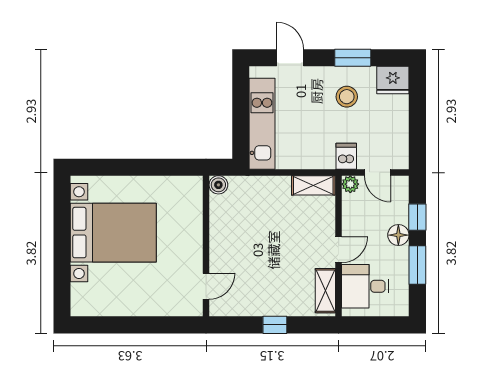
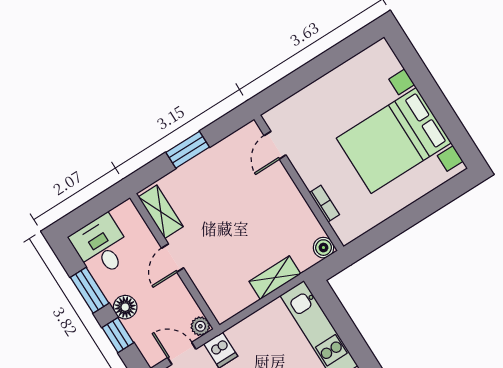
shelving: (313, 185) -> (275, 278), moved
bookcase: (197, 218) -> (324, 204), added
desk: (365, 286) -> (101, 246), moved, turned -90
window: (275, 325) -> (188, 150), width x1.50

